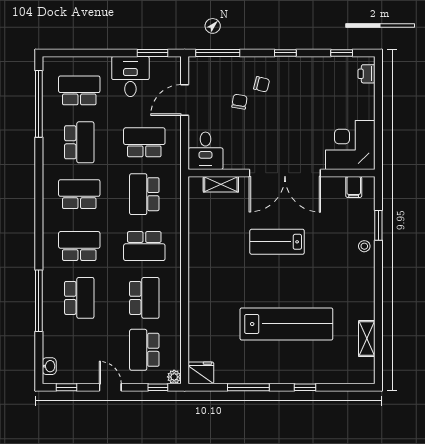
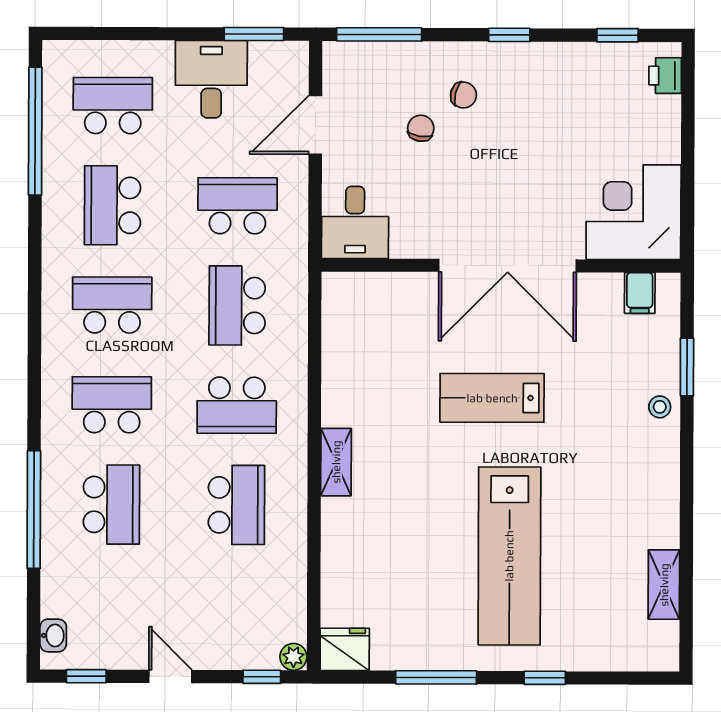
school desk: (79, 142) -> (112, 205), turned 180
shelving: (221, 184) -> (336, 462), moved, turned 90
lab bench: (286, 324) -> (509, 556), turned 90
school desk: (144, 350) -> (236, 605), removed

